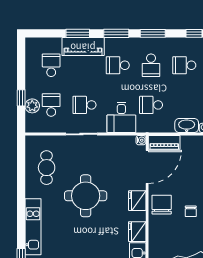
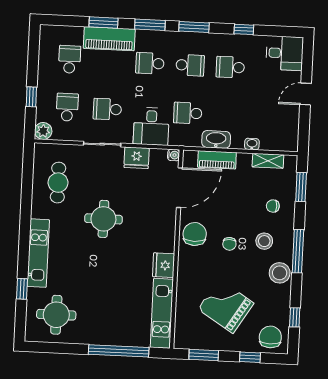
school desk: (151, 65) -> (190, 65), turned -90
plant: (32, 106) -> (43, 131), moved
washbasin: (187, 126) -> (216, 139), moved
piano: (164, 142) -> (217, 160), moved
round table: (86, 196) -> (103, 219), width x0.73, depth x0.73
fridge: (137, 201) -> (137, 158), moved, turned -90

